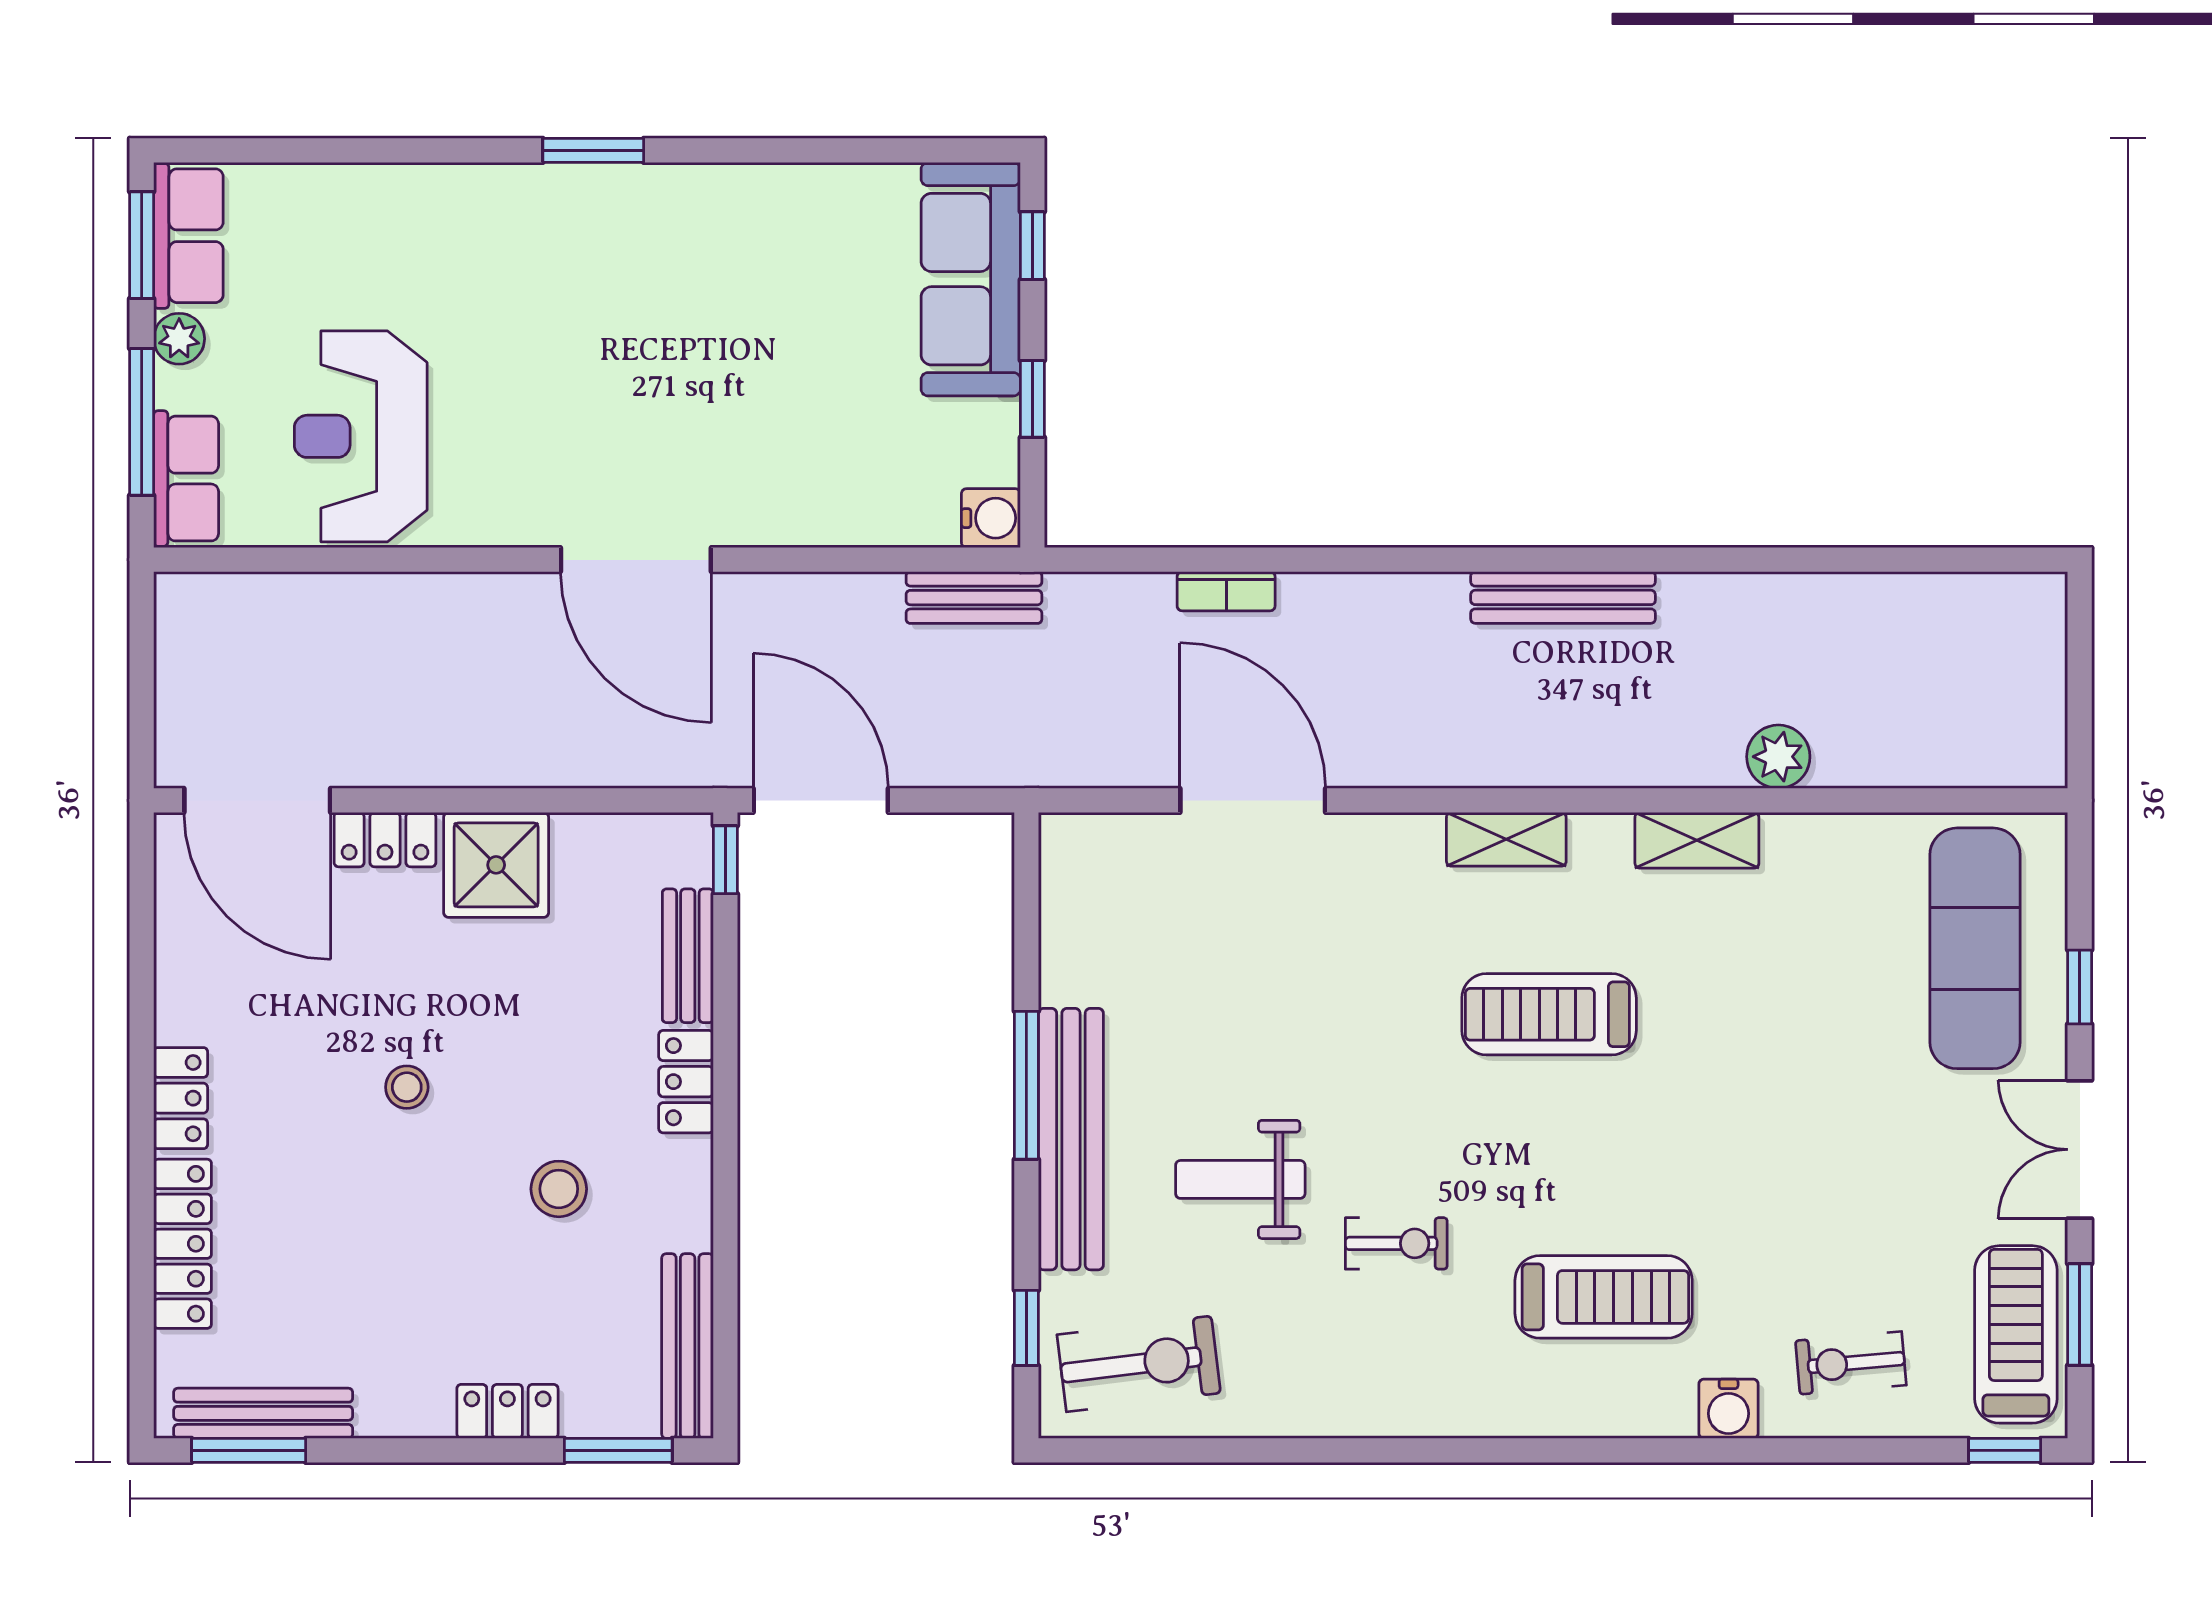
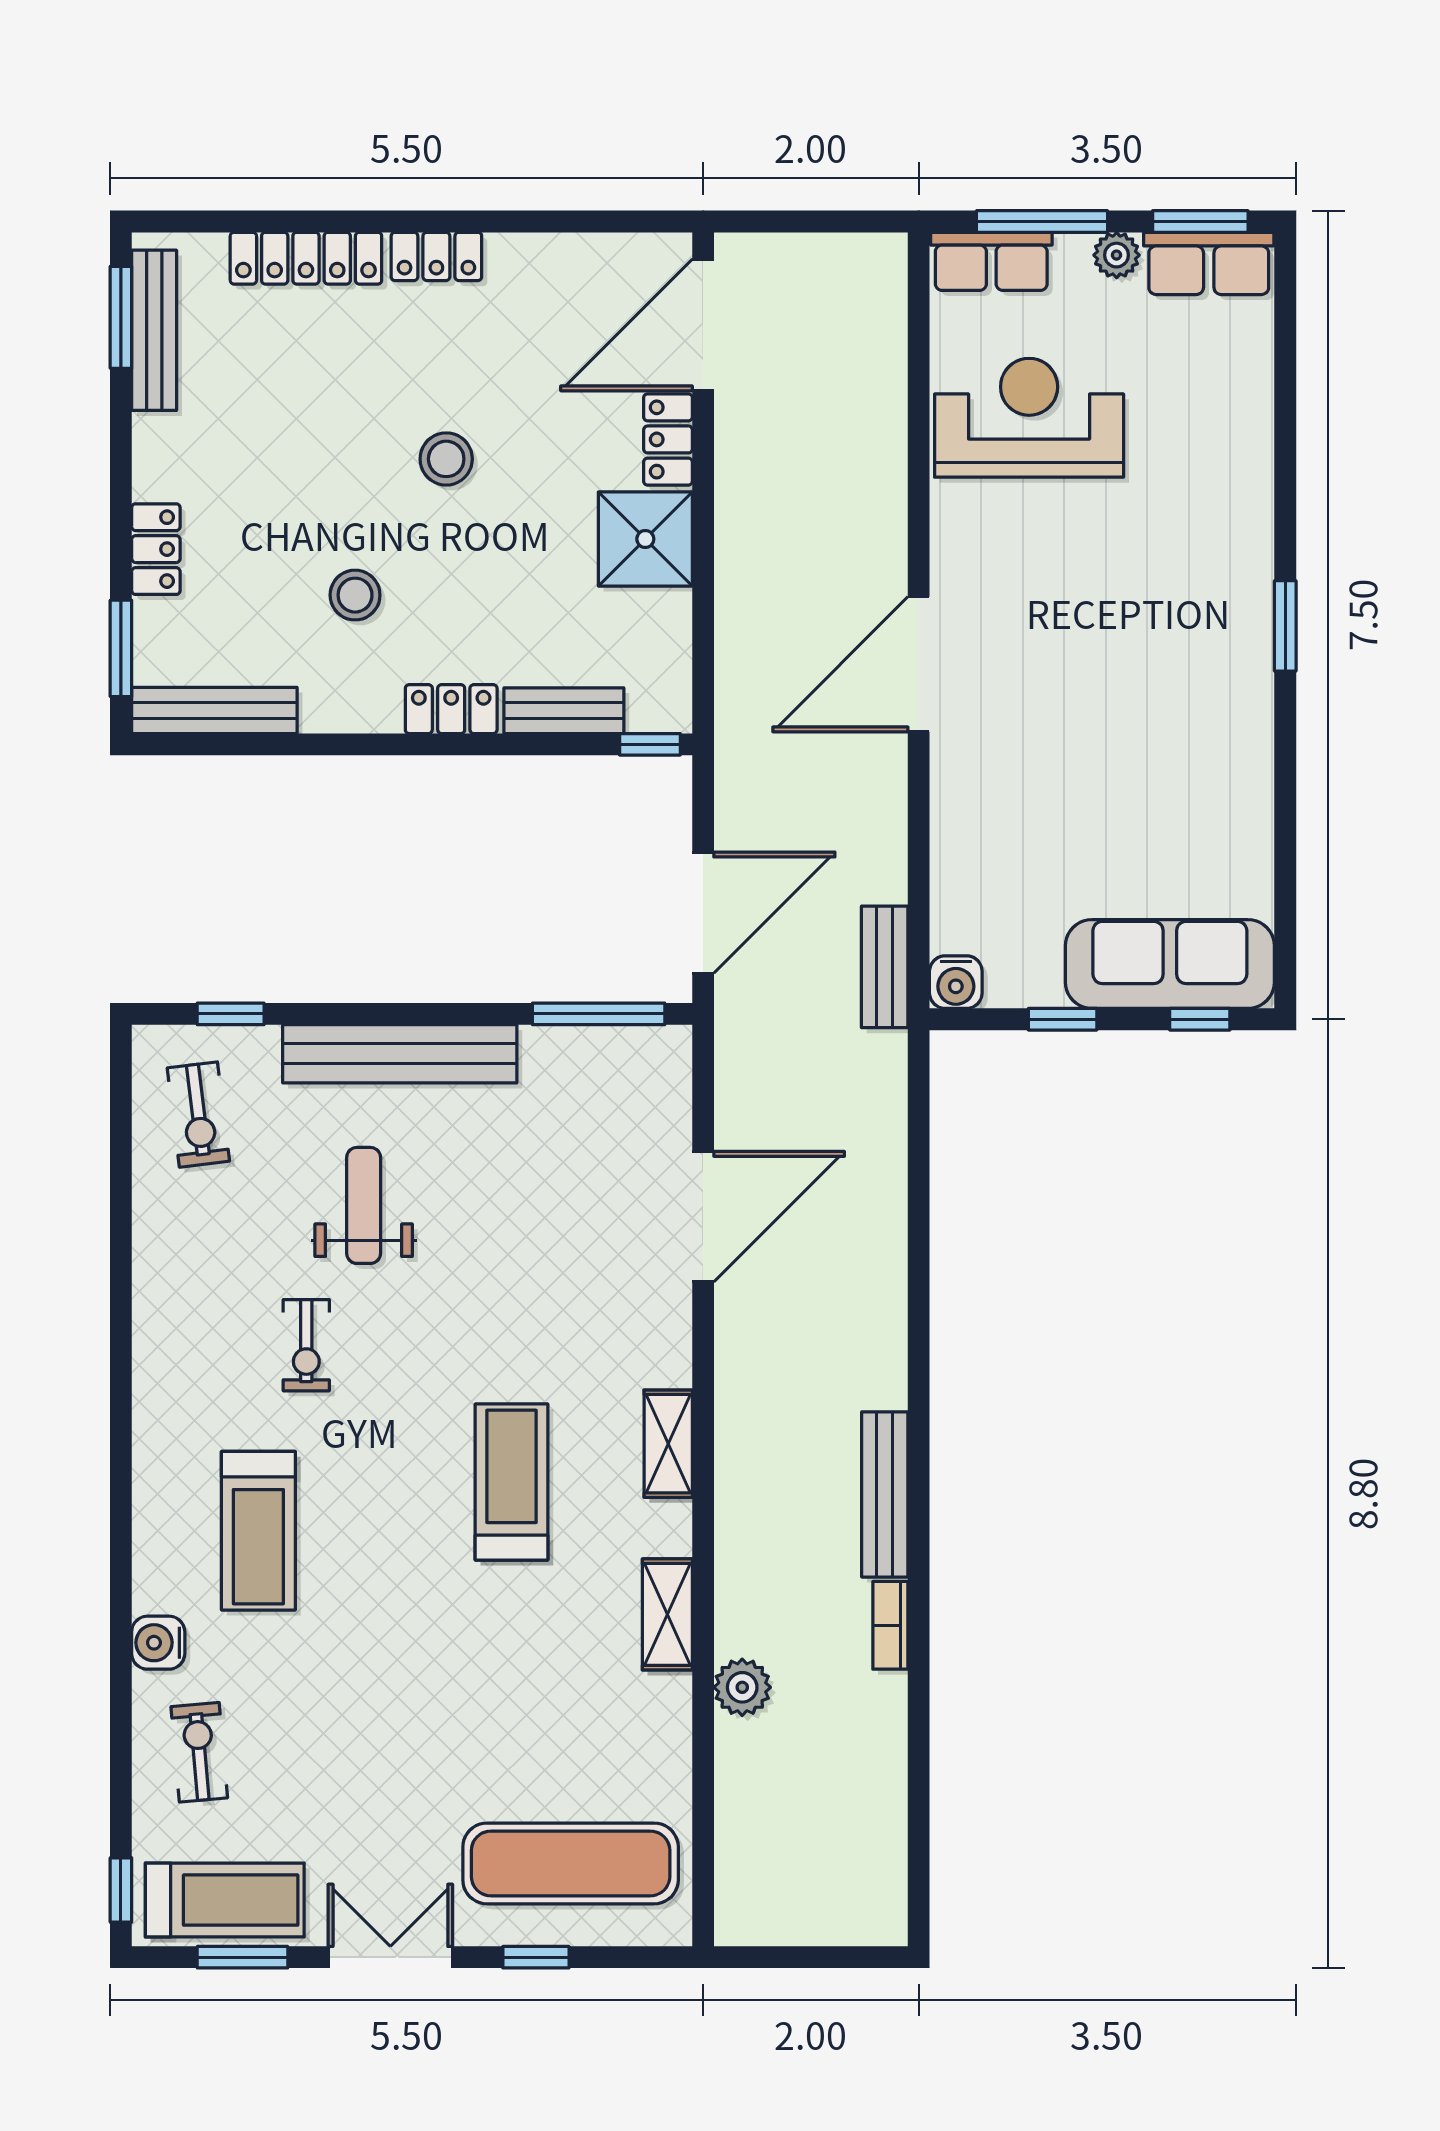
bookcase: (1226, 591) -> (890, 1625), moved
door: (821, 800) -> (703, 913), moved
window: (1026, 1085) -> (599, 1014), moved
stool: (407, 1087) -> (446, 459), width x1.37, depth x1.37
exercise bike: (1139, 1364) -> (198, 1115), width x0.73, depth x0.72

